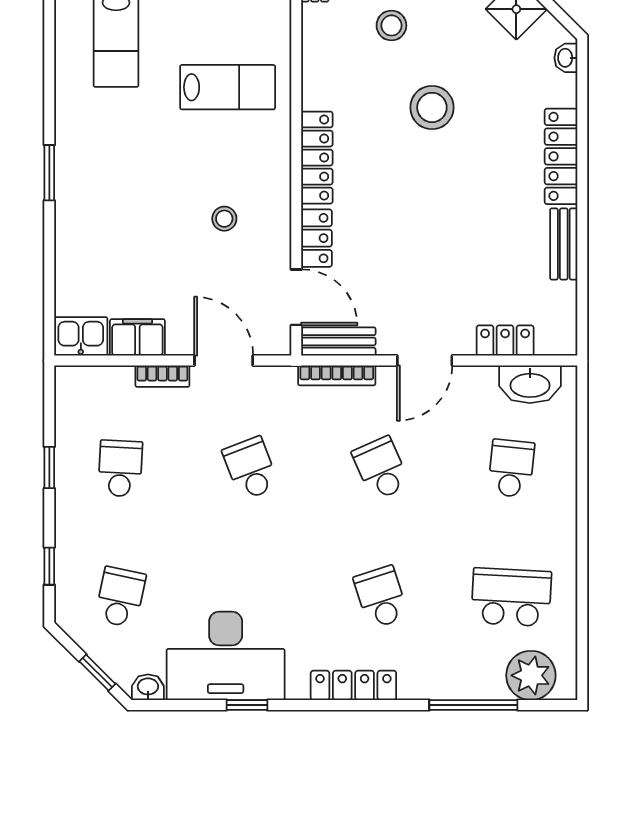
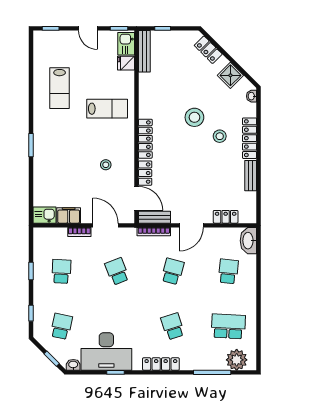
stool: (391, 25) -> (220, 136), moved
washbasin: (530, 384) -> (248, 241), moved, turned 90
school desk: (381, 468) -> (173, 271), turned 39

